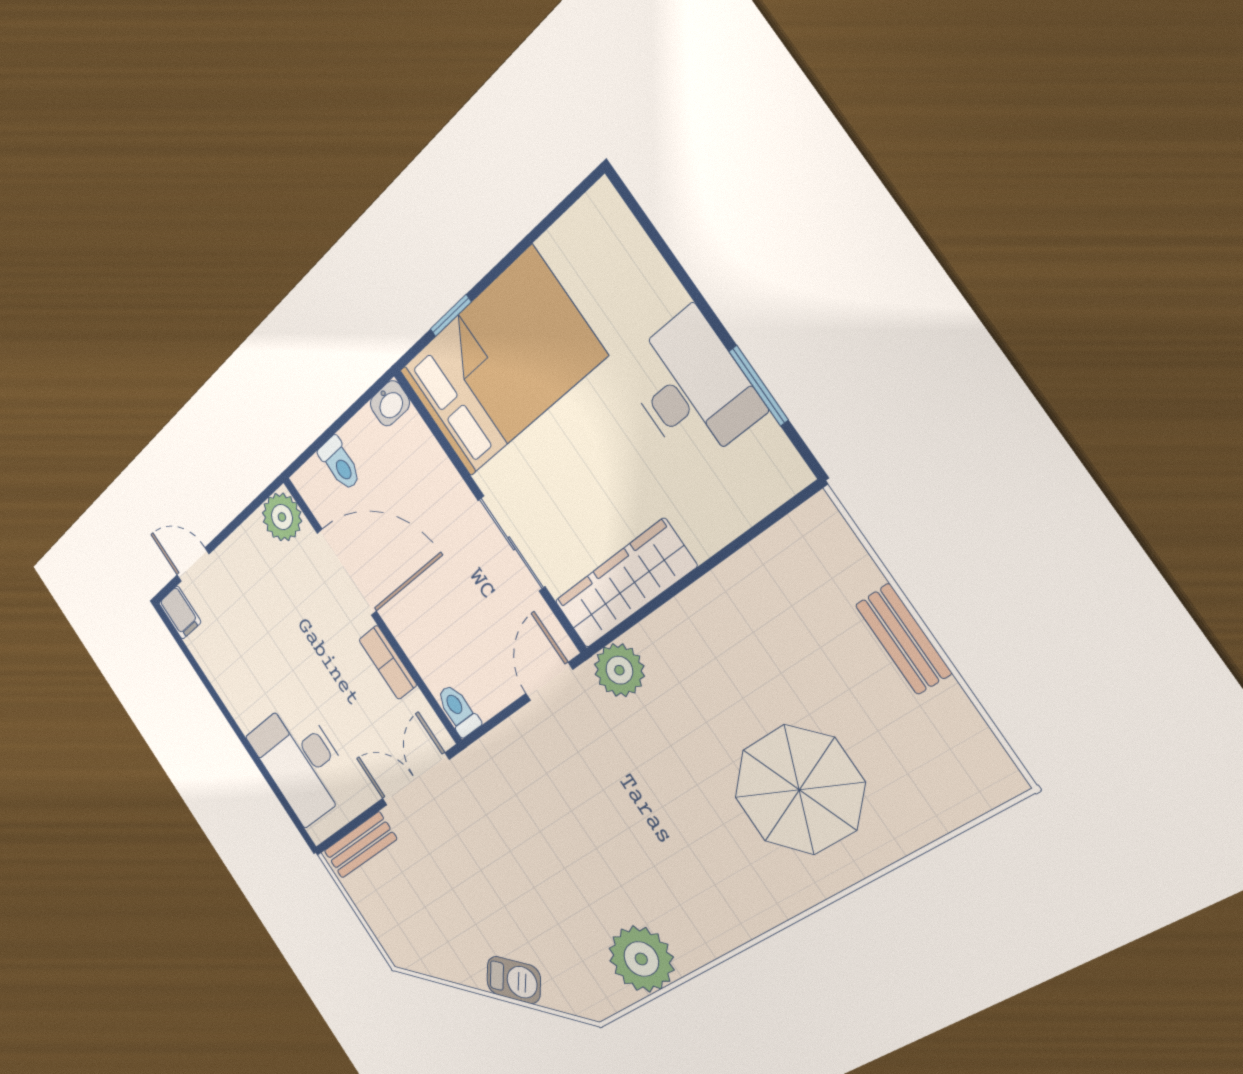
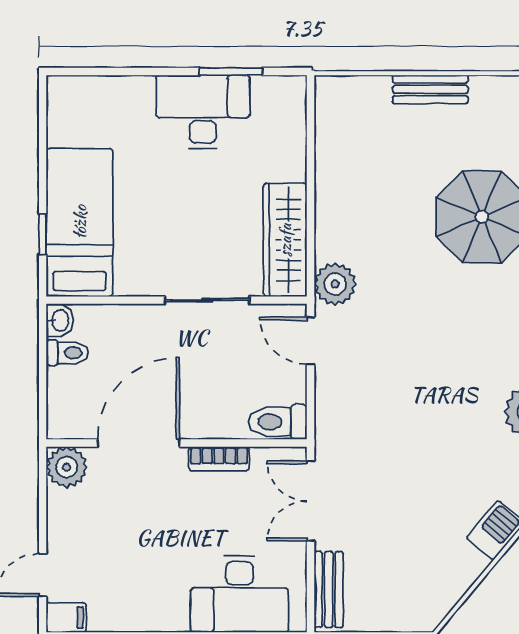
bed: (501, 363) -> (80, 222), width x0.67
toilet: (340, 464) -> (67, 353), moved
toilet: (458, 710) -> (278, 422), width x1.37, depth x1.39

